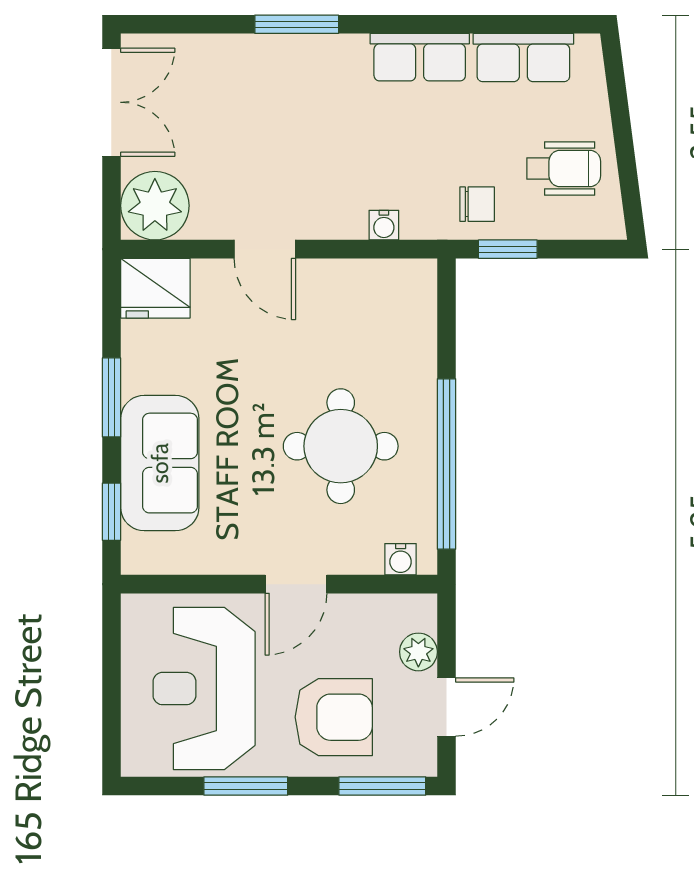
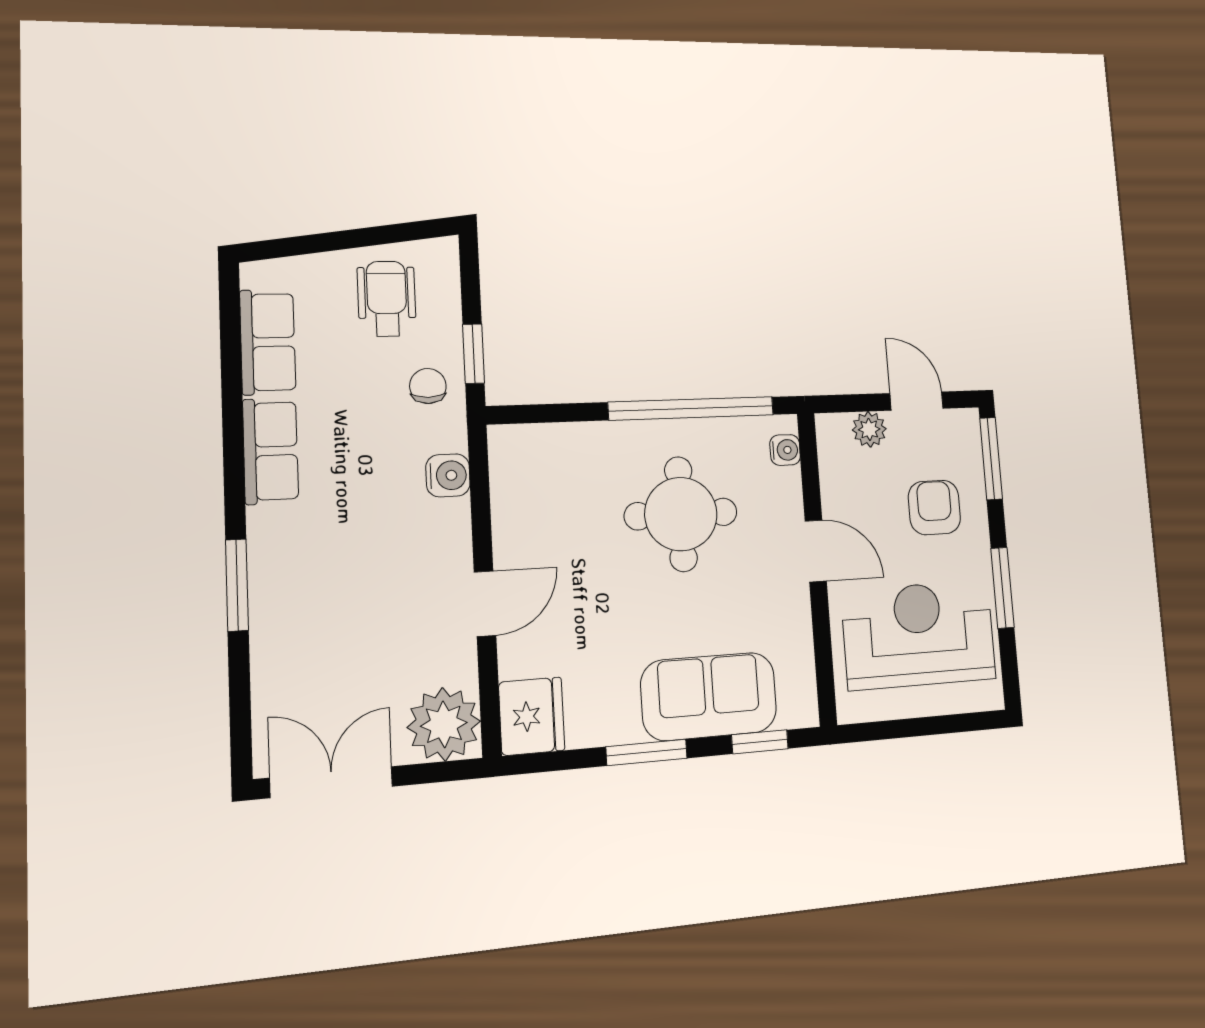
water cooler: (384, 225) -> (448, 475), width x1.38, depth x1.38
reception desk: (204, 689) -> (919, 635), turned 180
armchair: (334, 717) -> (934, 507), width x0.72, depth x0.72

